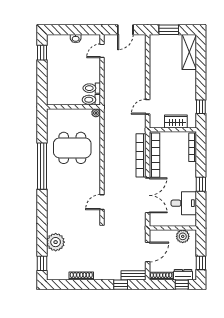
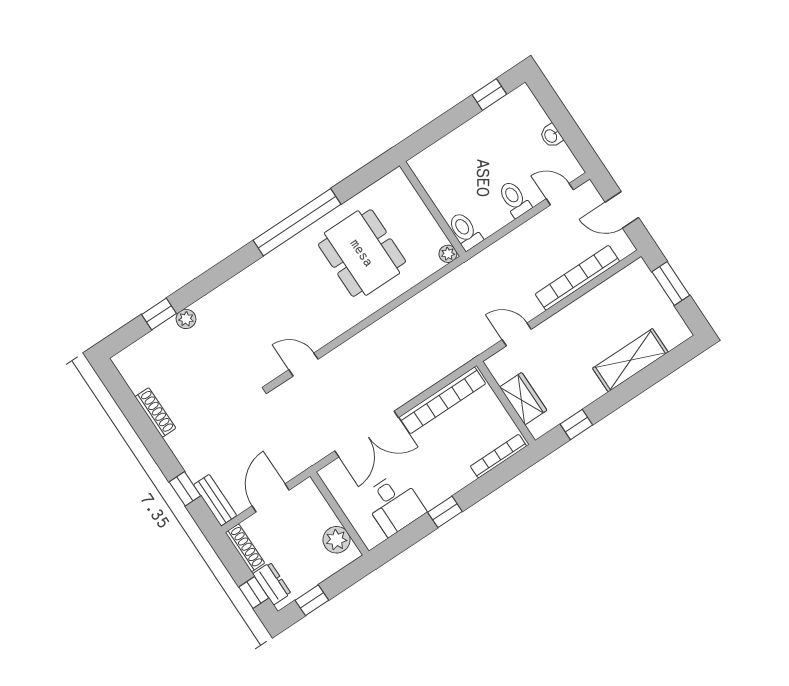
shelving: (189, 52) -> (630, 360), moved
toilet: (92, 88) -> (515, 199), moved
bookcase: (141, 155) -> (577, 278), moved
plant: (56, 242) -> (186, 319), width x0.53, depth x0.53
door: (148, 252) -> (271, 498), swing flipped
window: (42, 263) -> (159, 314), moved

